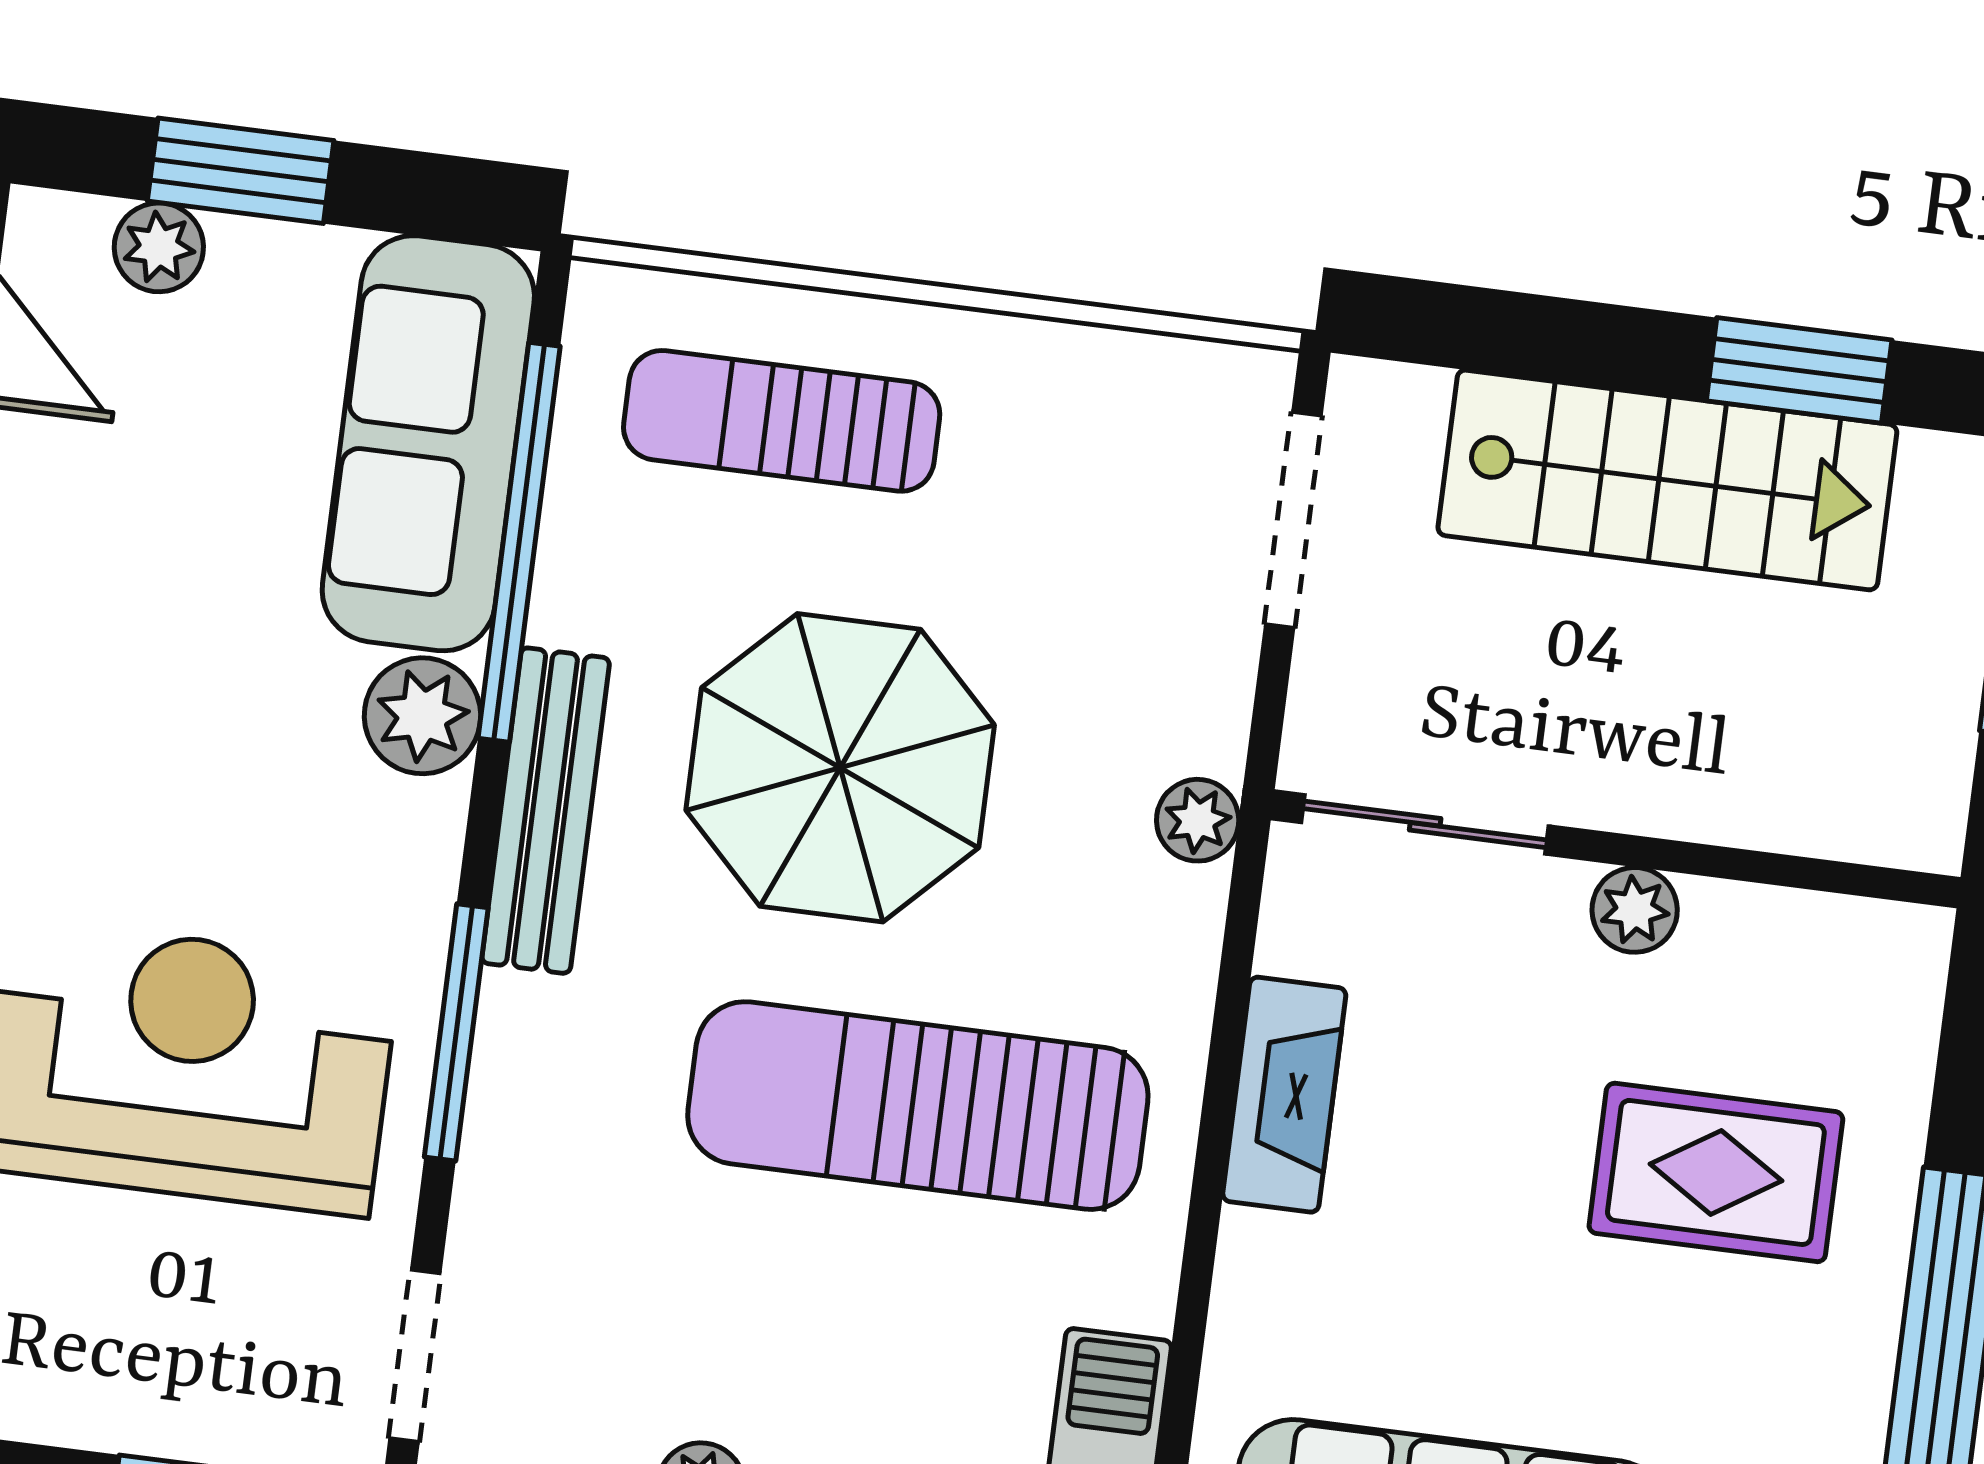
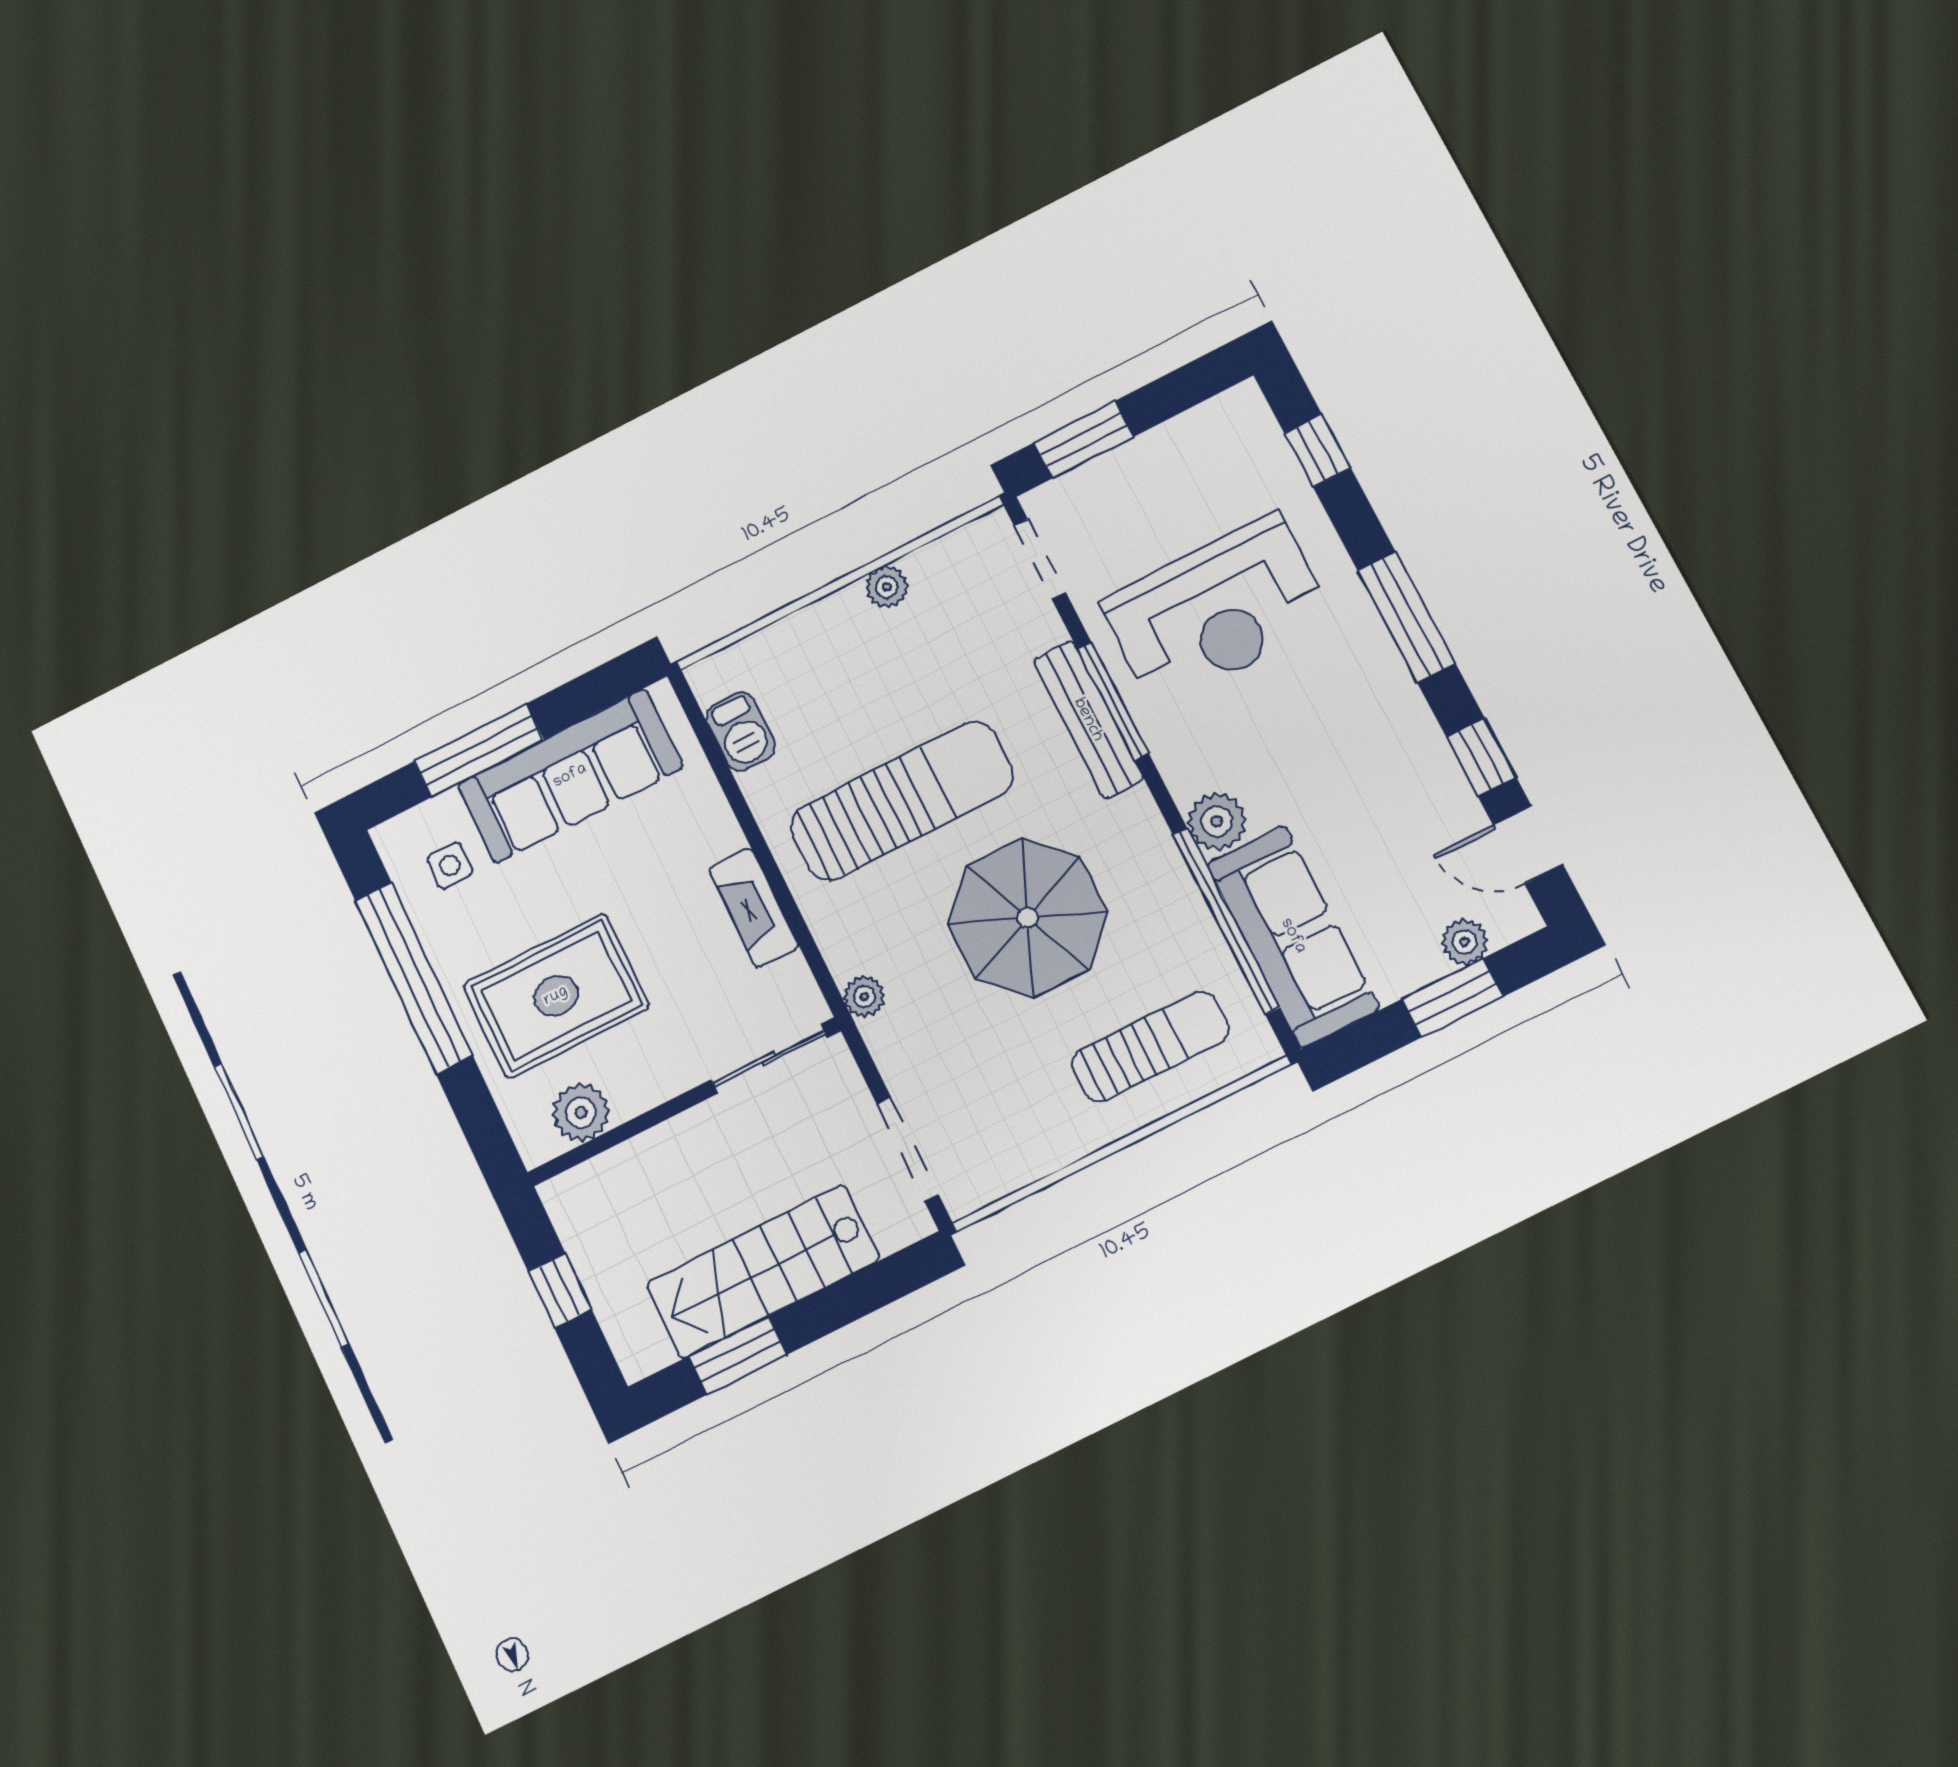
bench: (546, 811) -> (1088, 720), moved
plant: (1635, 910) -> (581, 1113), moved, width x1.38, depth x1.38
rug: (1716, 1172) -> (556, 996), width x1.36, depth x1.43

